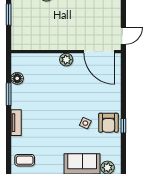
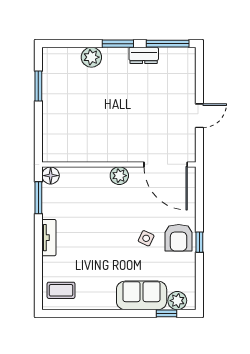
wall: (66, 52) -> (119, 164), moved
door: (99, 52) -> (166, 164), moved
plant: (66, 60) -> (119, 176), moved

